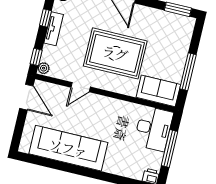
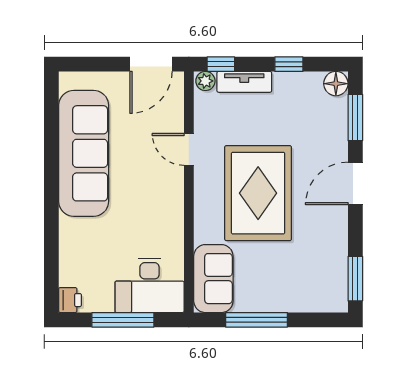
tv unit: (54, 29) -> (244, 82), moved

